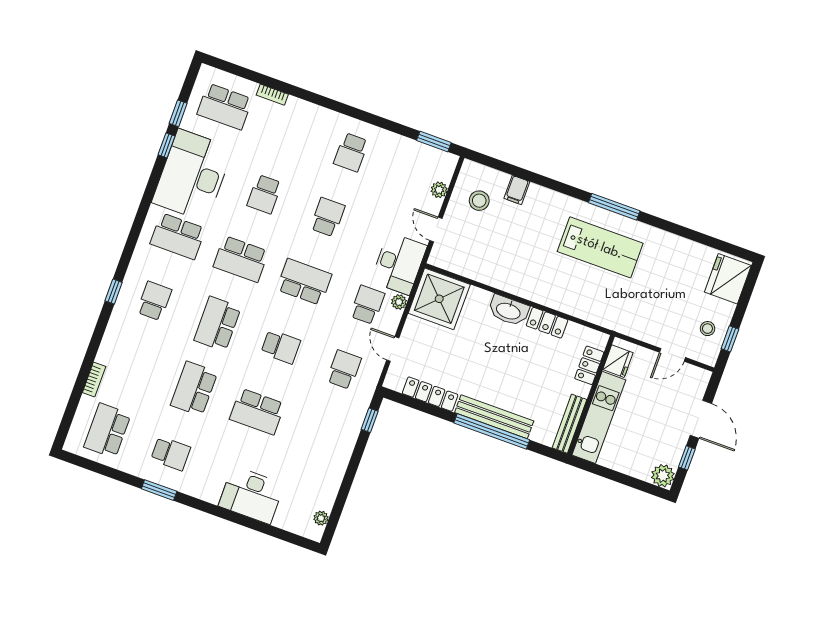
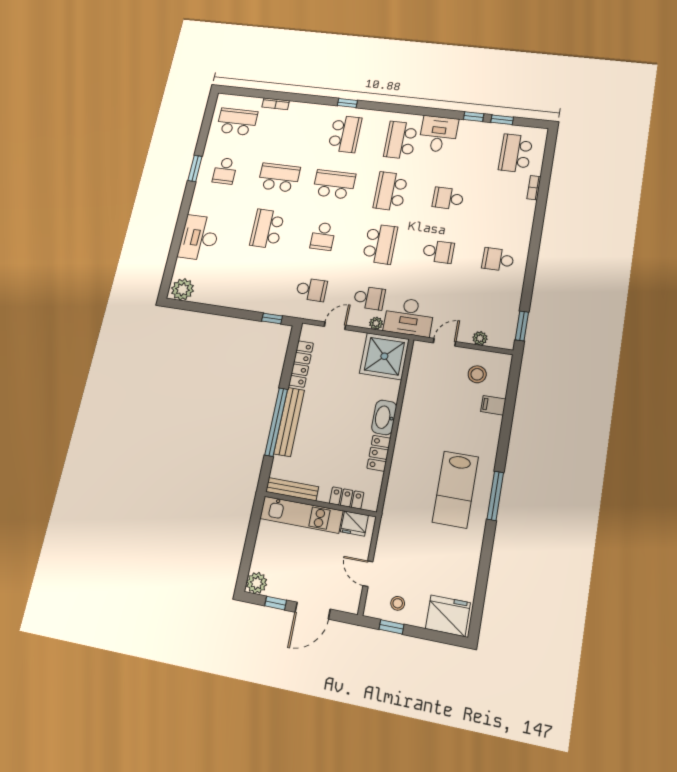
desk: (193, 175) -> (438, 134), width x0.53, depth x0.77
school desk: (154, 301) -> (345, 134), width x1.85
plant: (321, 518) -> (183, 289), width x1.88, depth x1.88

